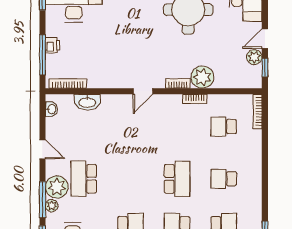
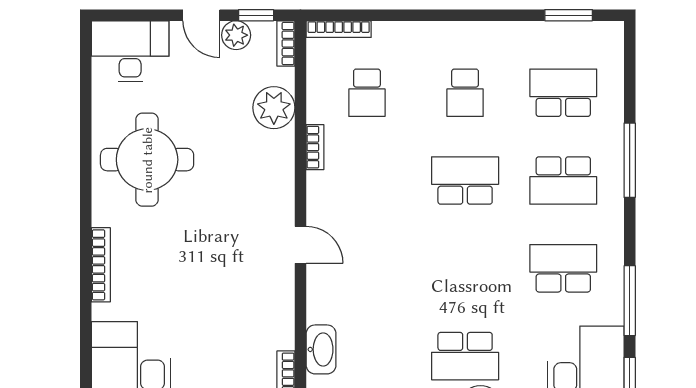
plant: (202, 77) -> (274, 108), moved
bookcase: (178, 83) -> (286, 43), moved

